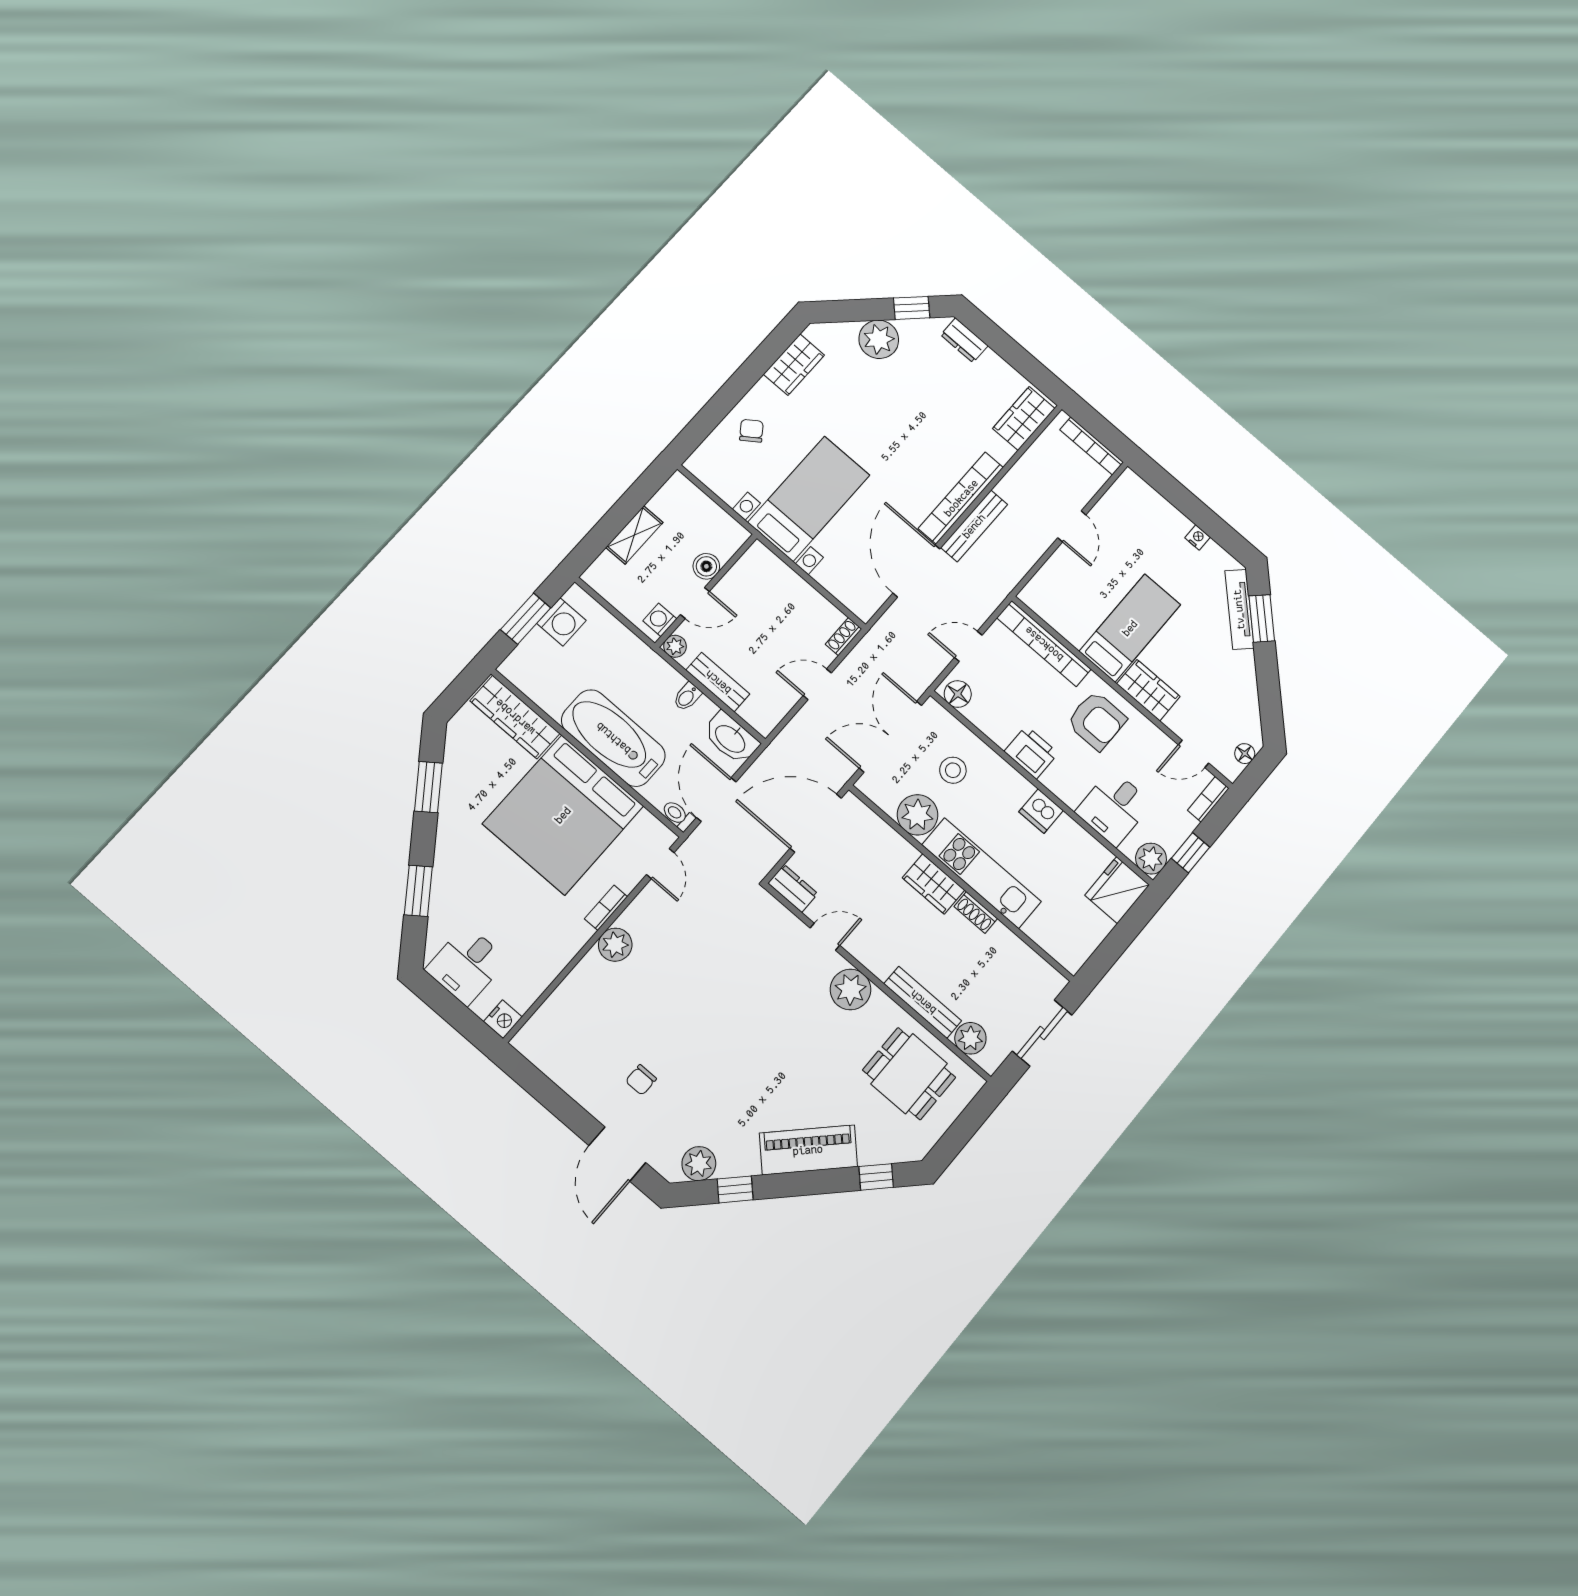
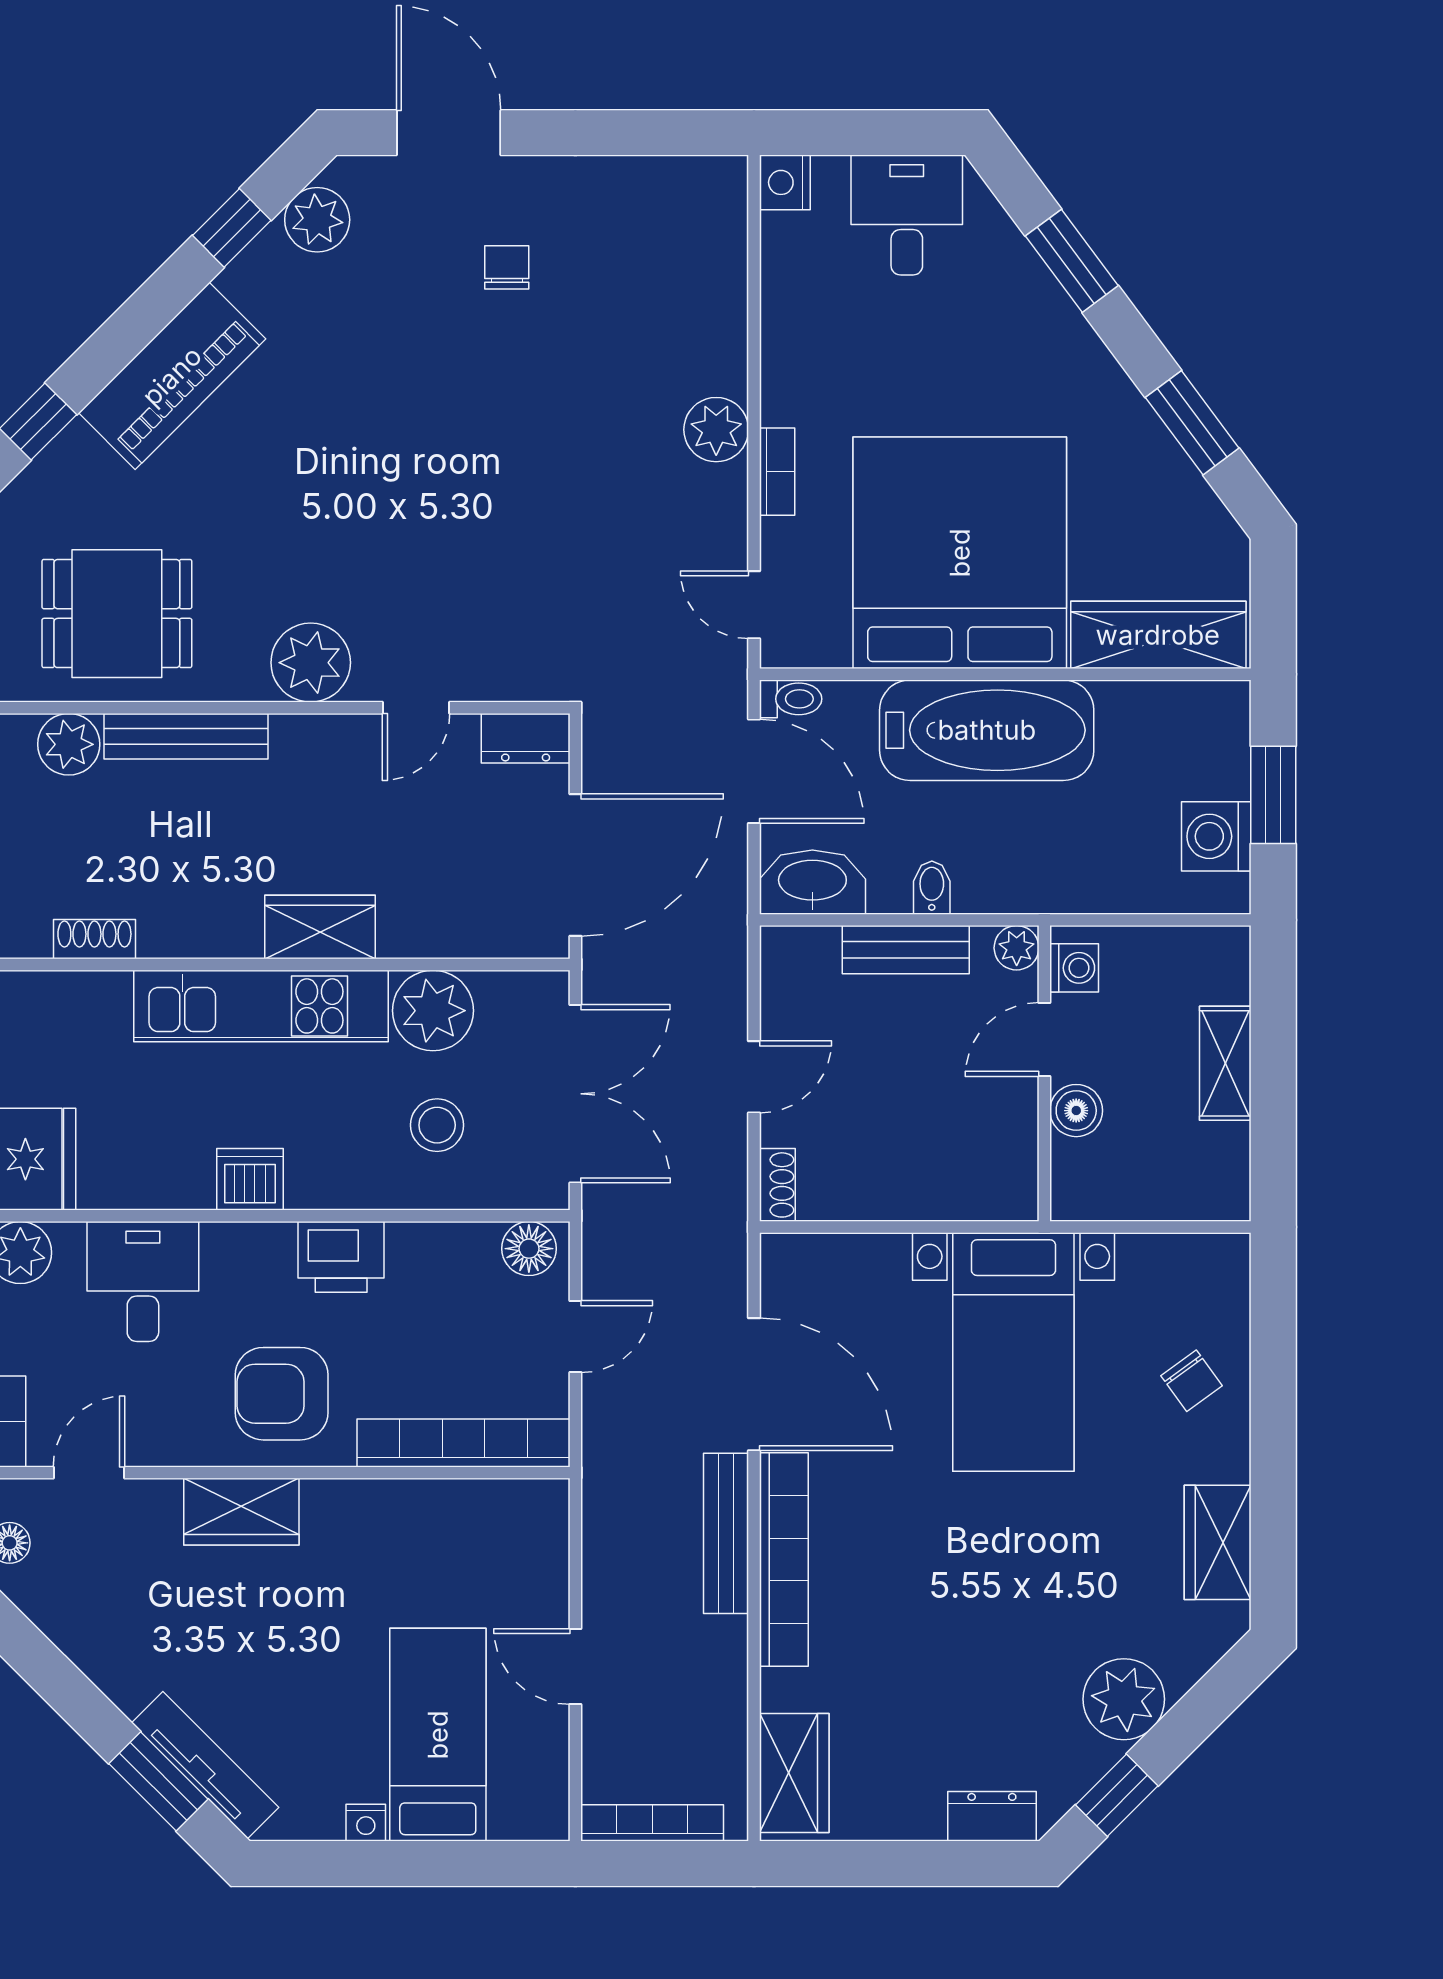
bed: (1130, 628) -> (438, 1735), moved, turned 180
shoe rack: (976, 912) -> (94, 939), moved

